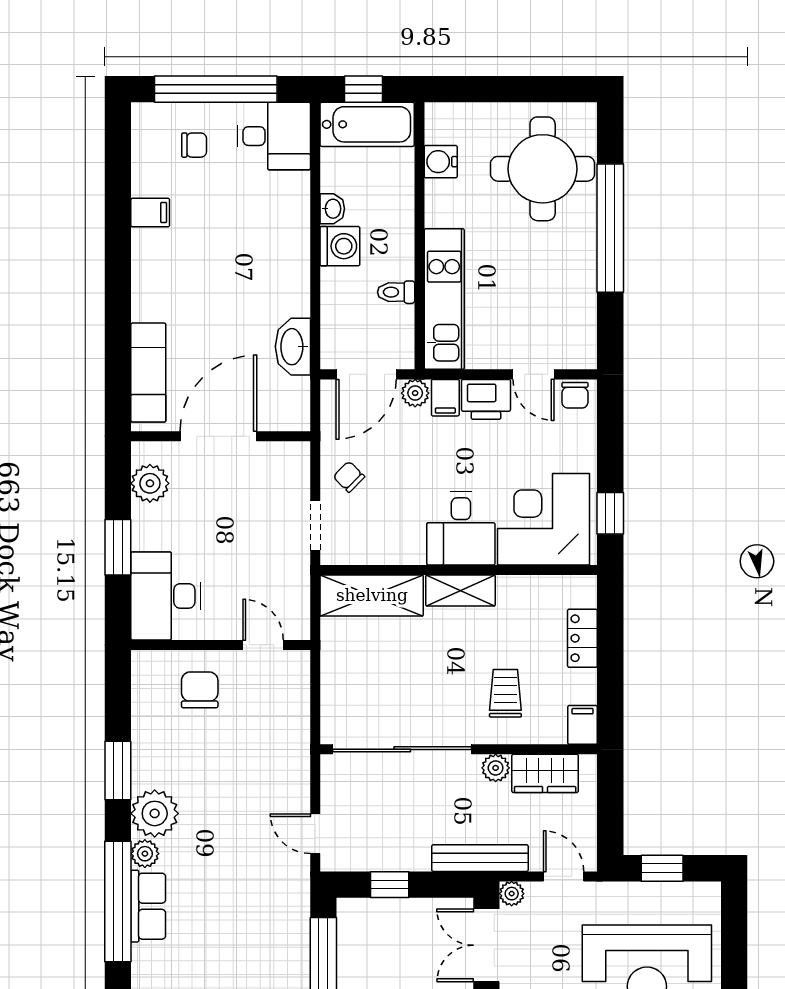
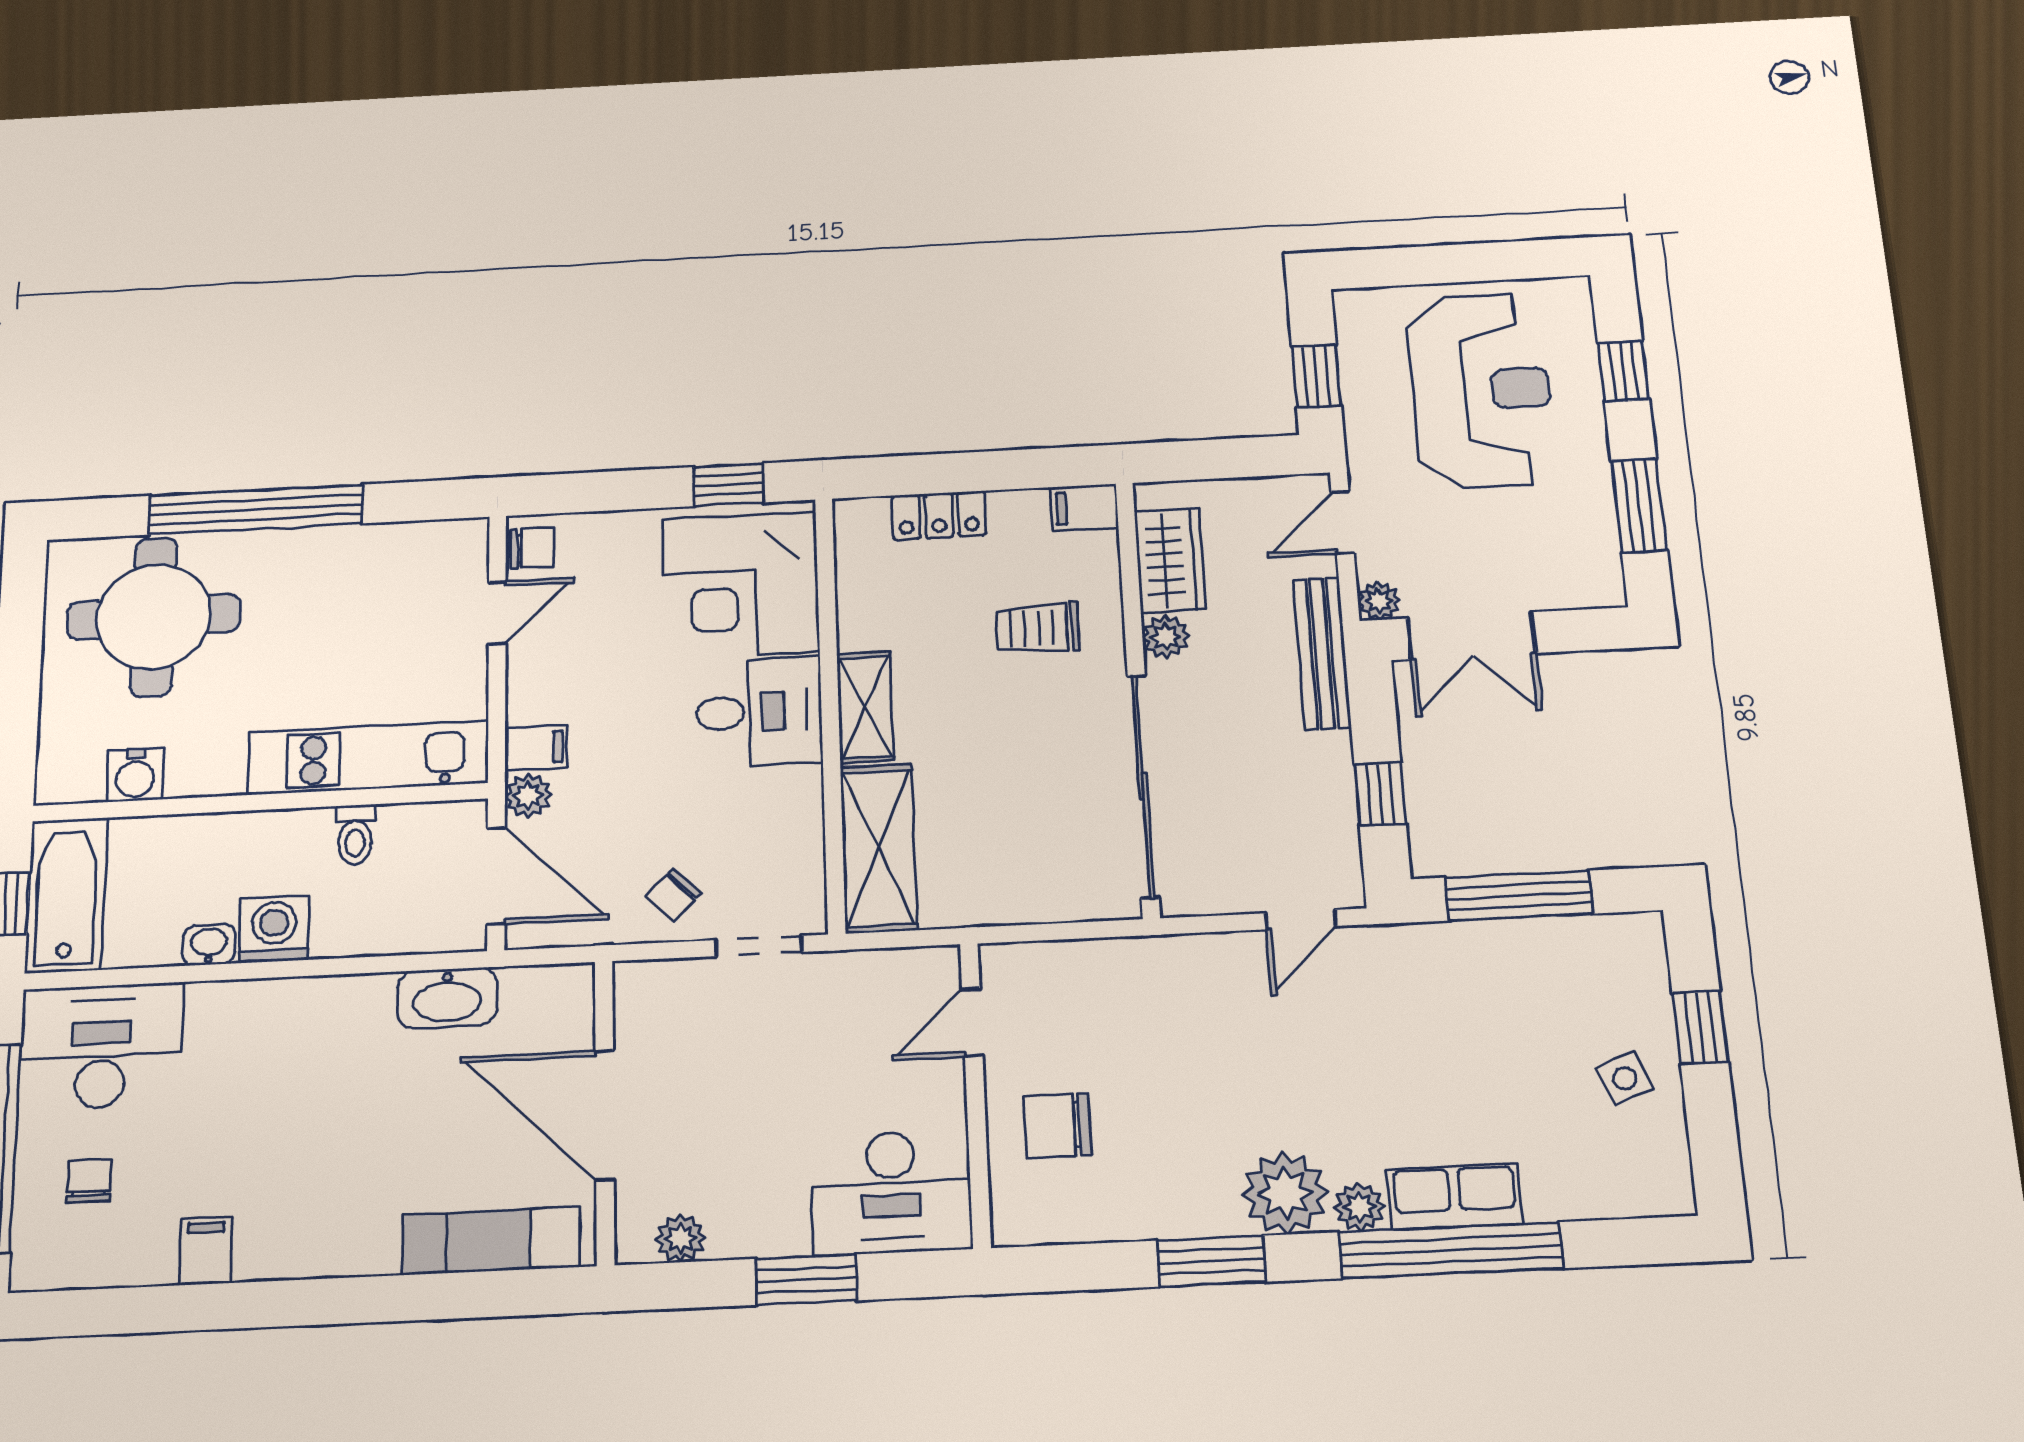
desk: (274, 136) -> (101, 1046), width x1.37
printer: (486, 399) -> (539, 684), removed
plant: (150, 483) -> (680, 1238), width x0.73, depth x0.73

